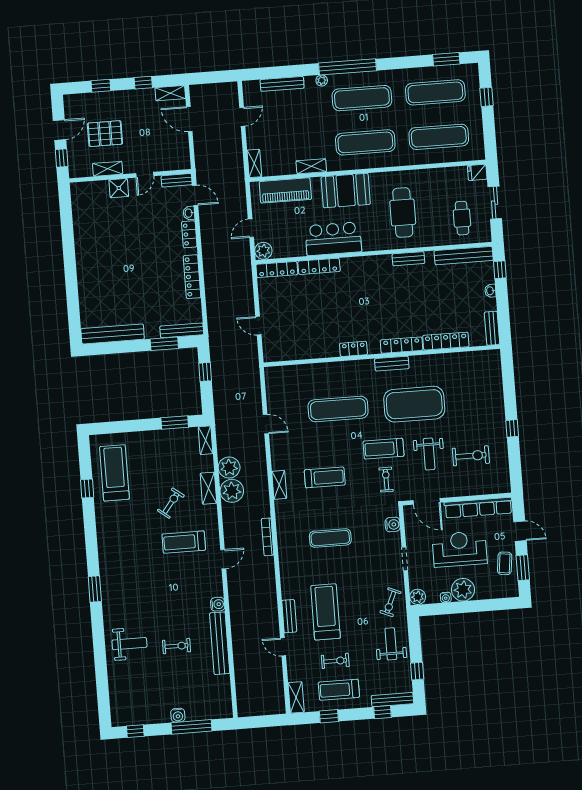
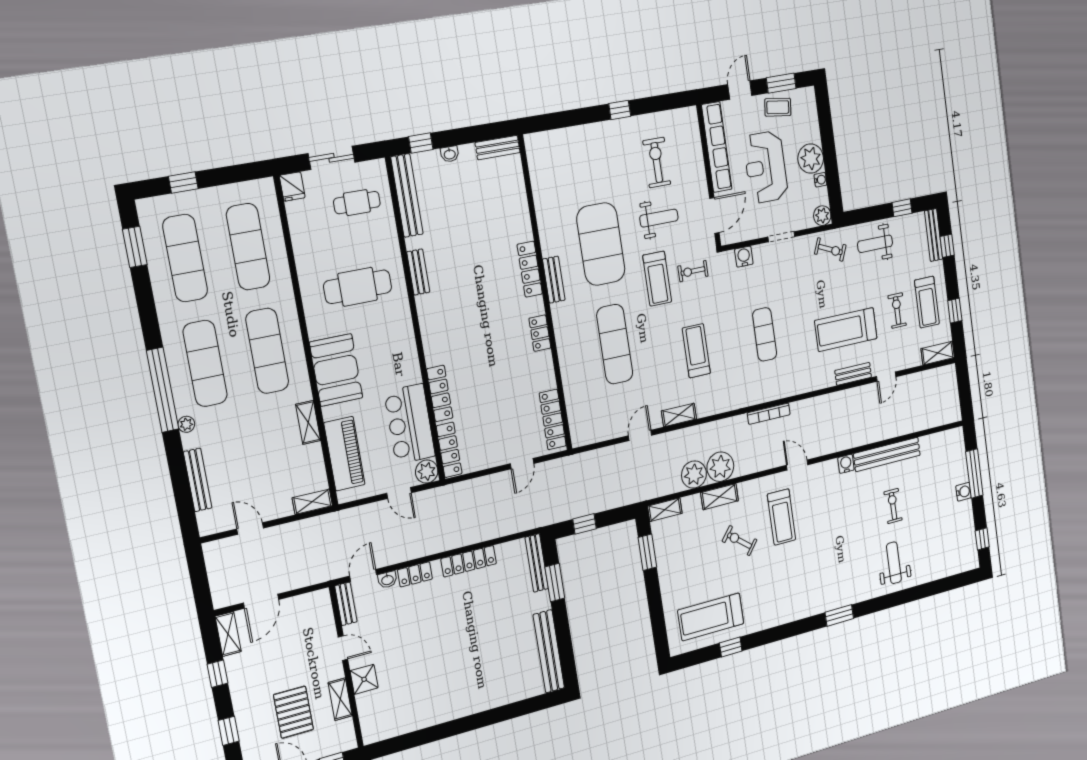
bar counter: (333, 239) -> (410, 424), moved
locker: (446, 341) -> (553, 419), moved
shelving: (279, 485) -> (679, 415), moved

